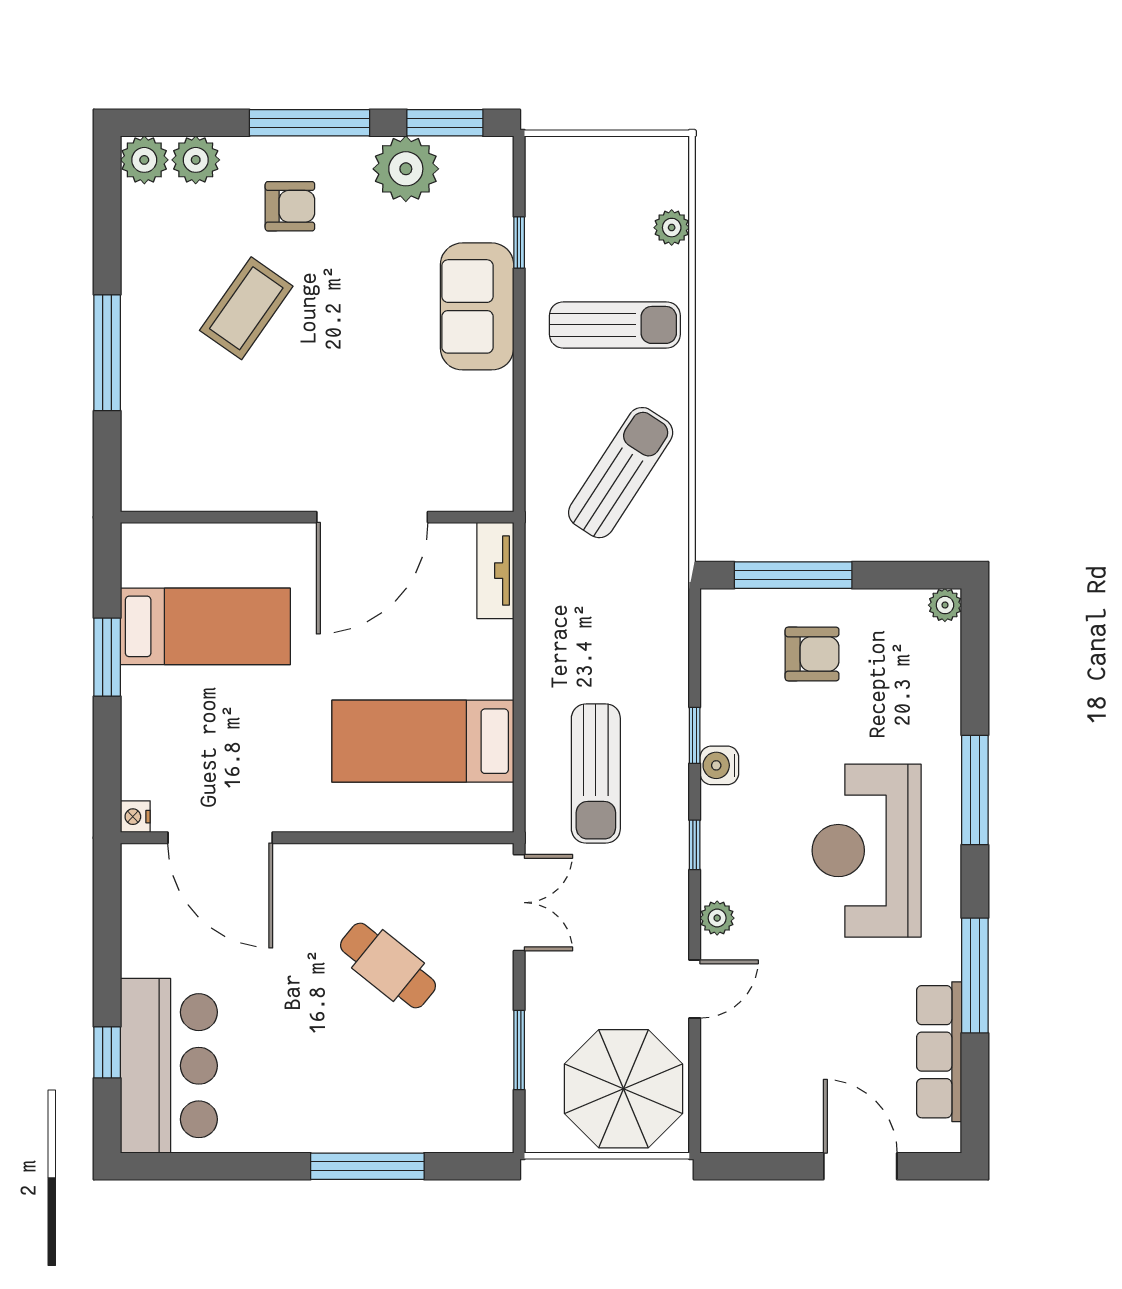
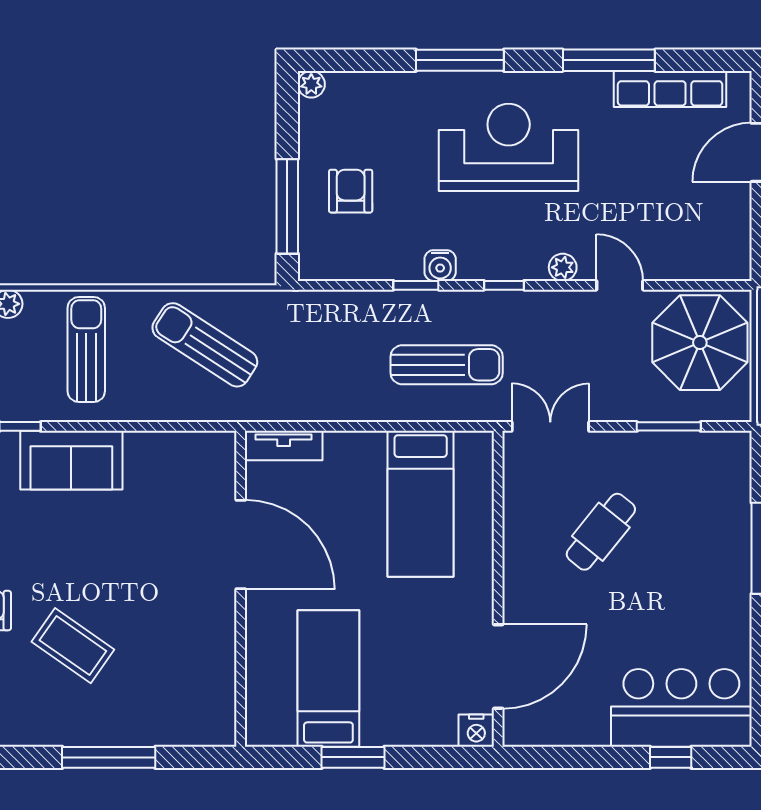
nightstand: (135, 817) -> (476, 731), width x1.39, depth x1.35
reception desk: (867, 851) -> (509, 147), turned 180

